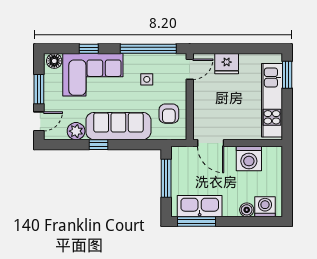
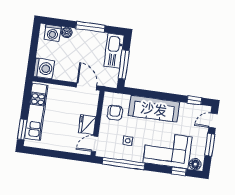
window: (89, 49) -> (179, 171), moved
fridge: (227, 64) -> (87, 125), moved, turned -90
plant: (76, 131) -> (186, 109), removed
window: (99, 145) -> (194, 100), moved
washing machine: (249, 159) -> (44, 68), moved, turned 90
kitchen sink: (200, 206) -> (114, 51), moved, turned 90
window: (197, 222) -> (90, 27), moved

